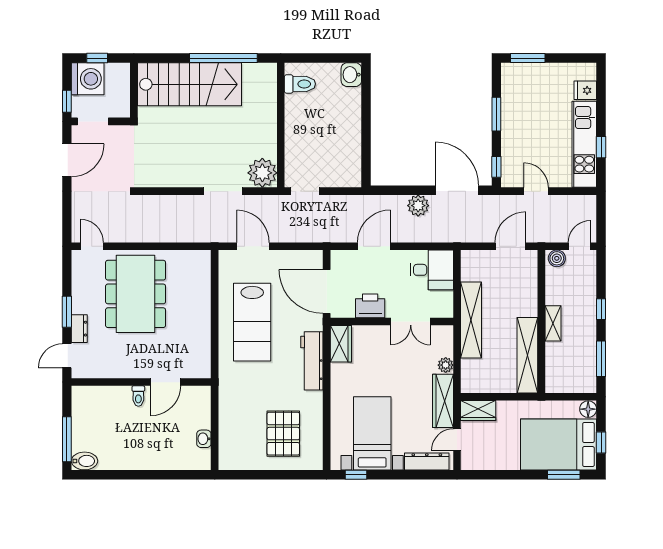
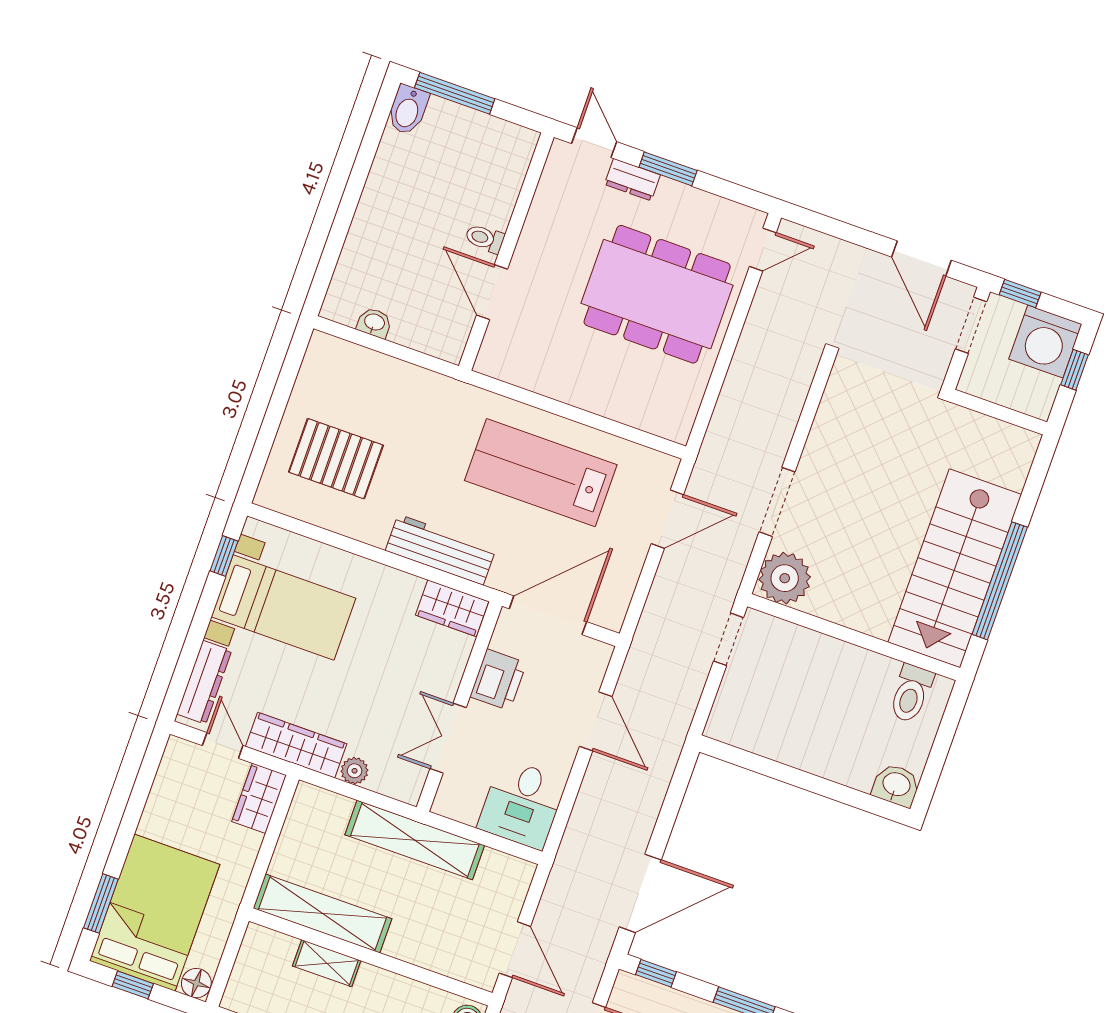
stairs: (189, 84) -> (955, 568), moved
plant: (418, 206) -> (638, 819), removed
shelving: (553, 323) -> (327, 963), moved

